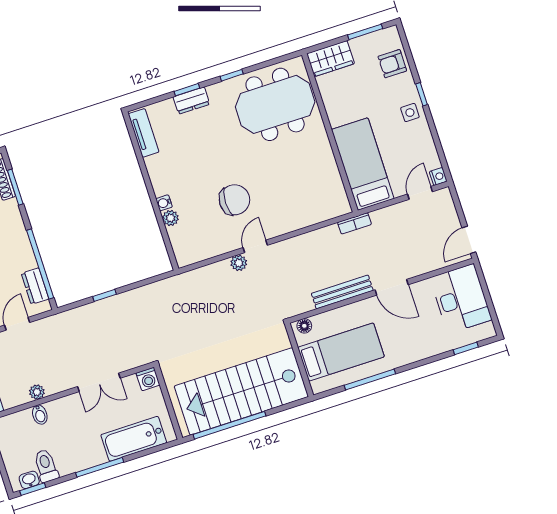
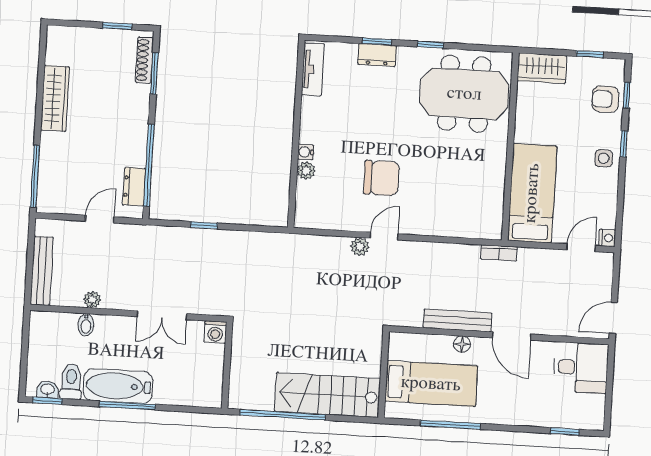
window: (365, 32) -> (590, 54), width x0.67
window: (408, 54) -> (627, 95), added
desk: (461, 299) -> (581, 368), width x0.73
floor lamp: (304, 326) -> (462, 344), moved
stairs: (241, 391) -> (327, 395), width x0.73, depth x0.66
bathtub: (134, 439) -> (118, 386), moved

